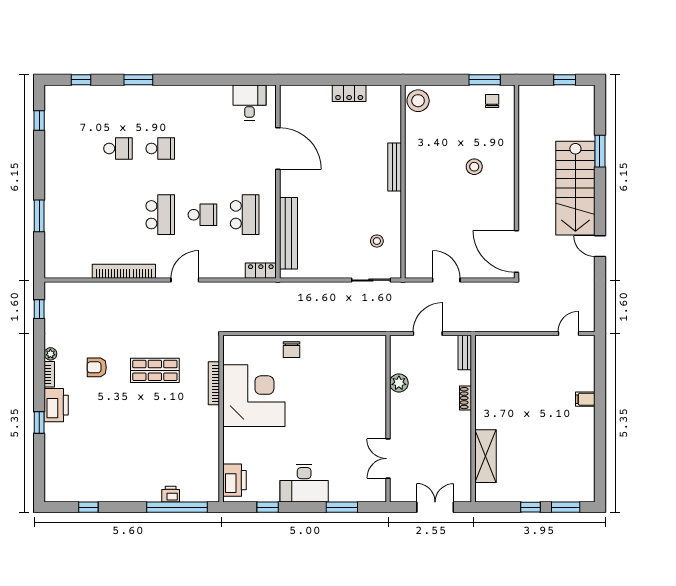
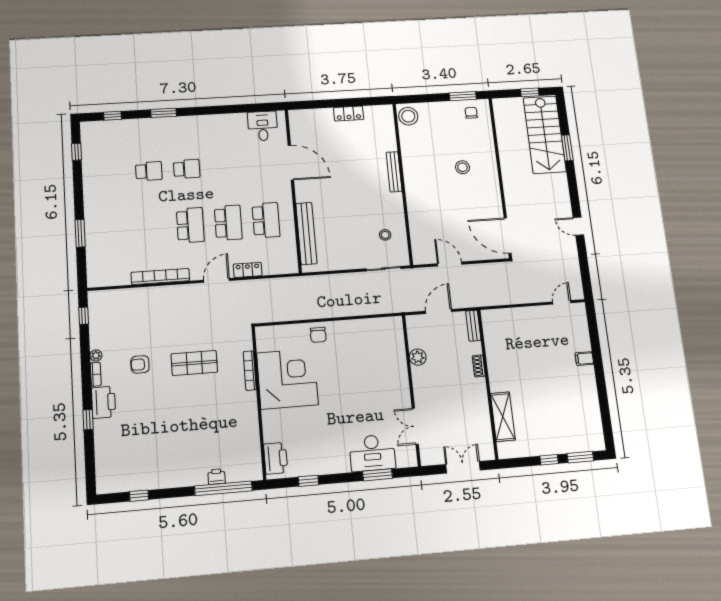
stairs: (575, 188) -> (545, 135), moved
school desk: (202, 215) -> (228, 223), width x1.85
locker: (261, 271) -> (248, 270), moved
desk: (304, 483) -> (372, 453), moved

